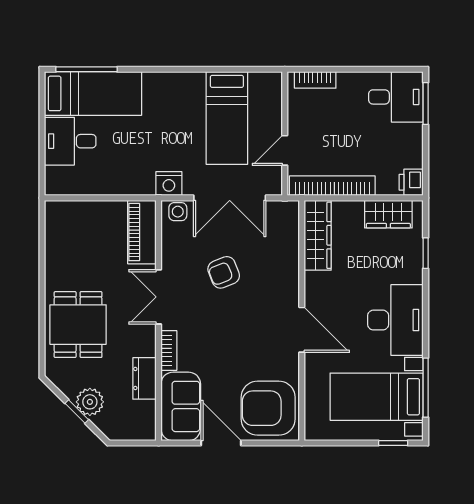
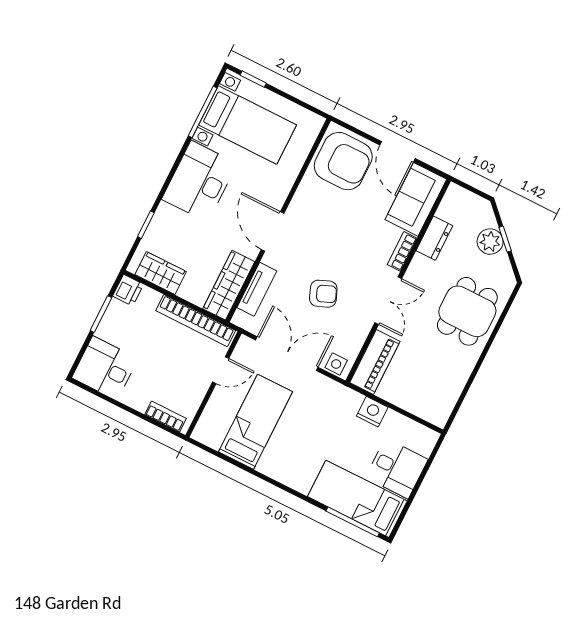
window: (426, 103) -> (101, 314), moved
nightstand: (169, 183) -> (372, 412), moved
tv unit: (289, 245) -> (257, 289), added
door: (302, 330) -> (273, 231), moved

